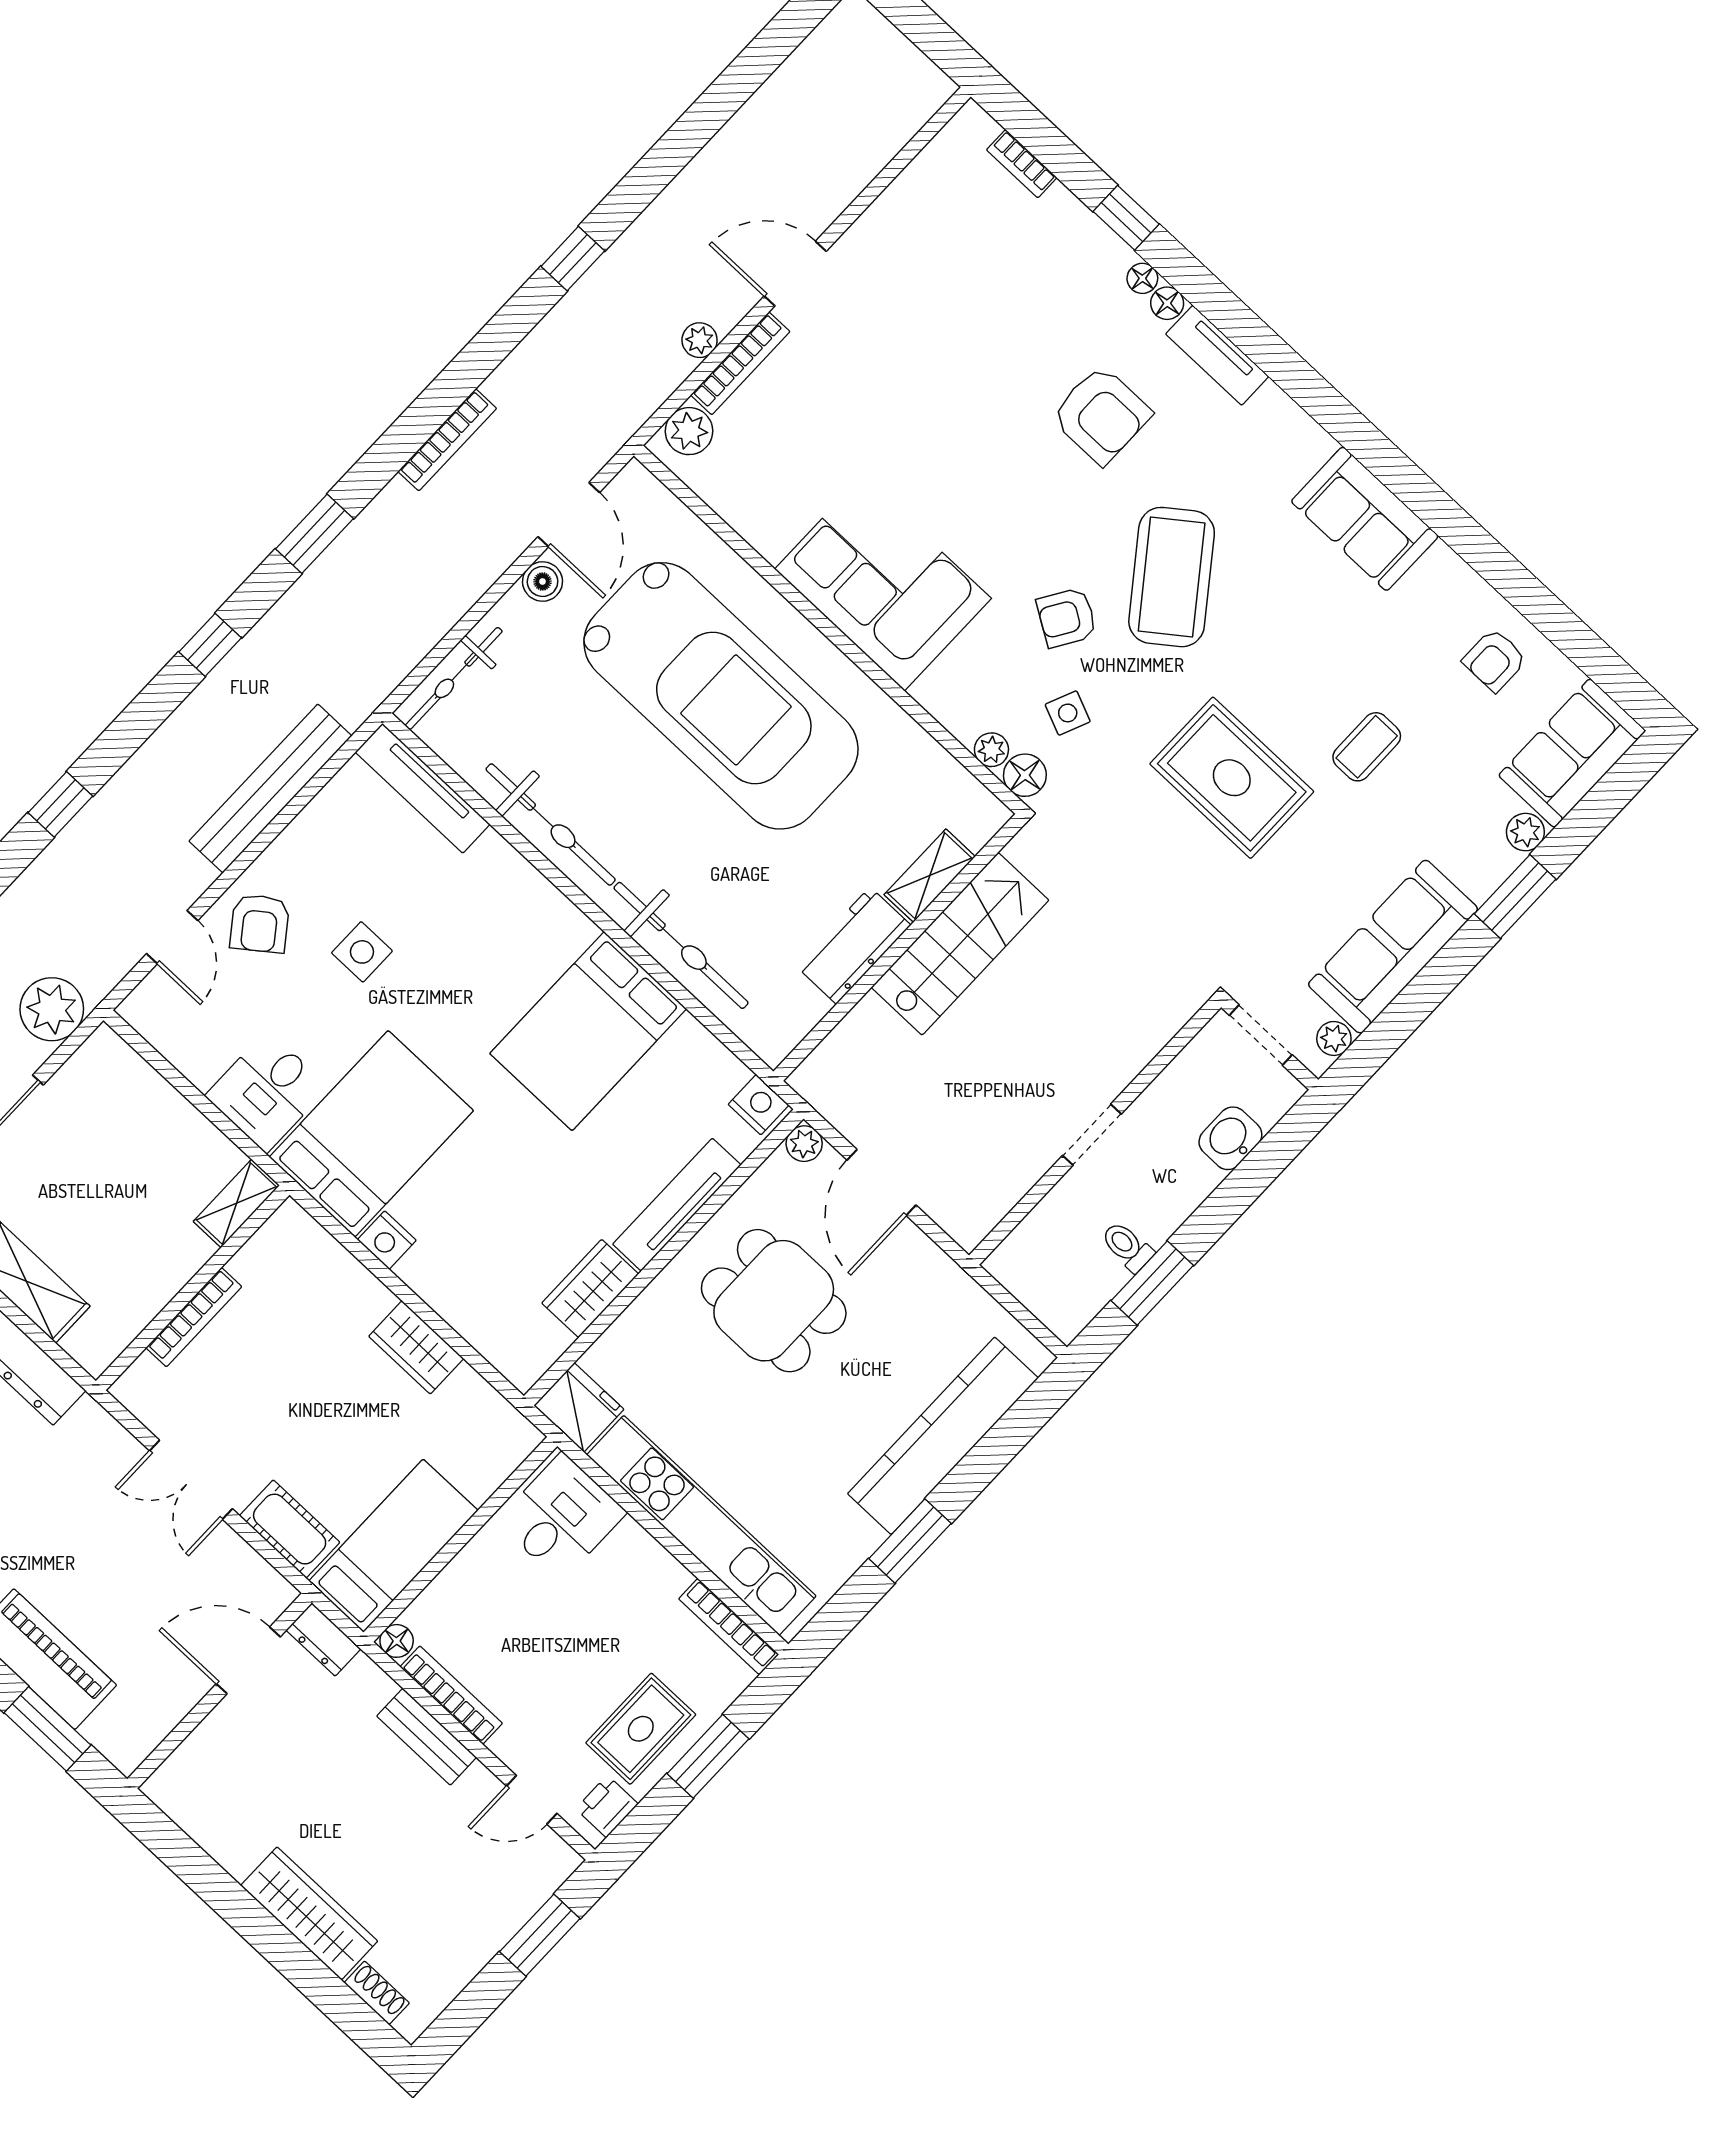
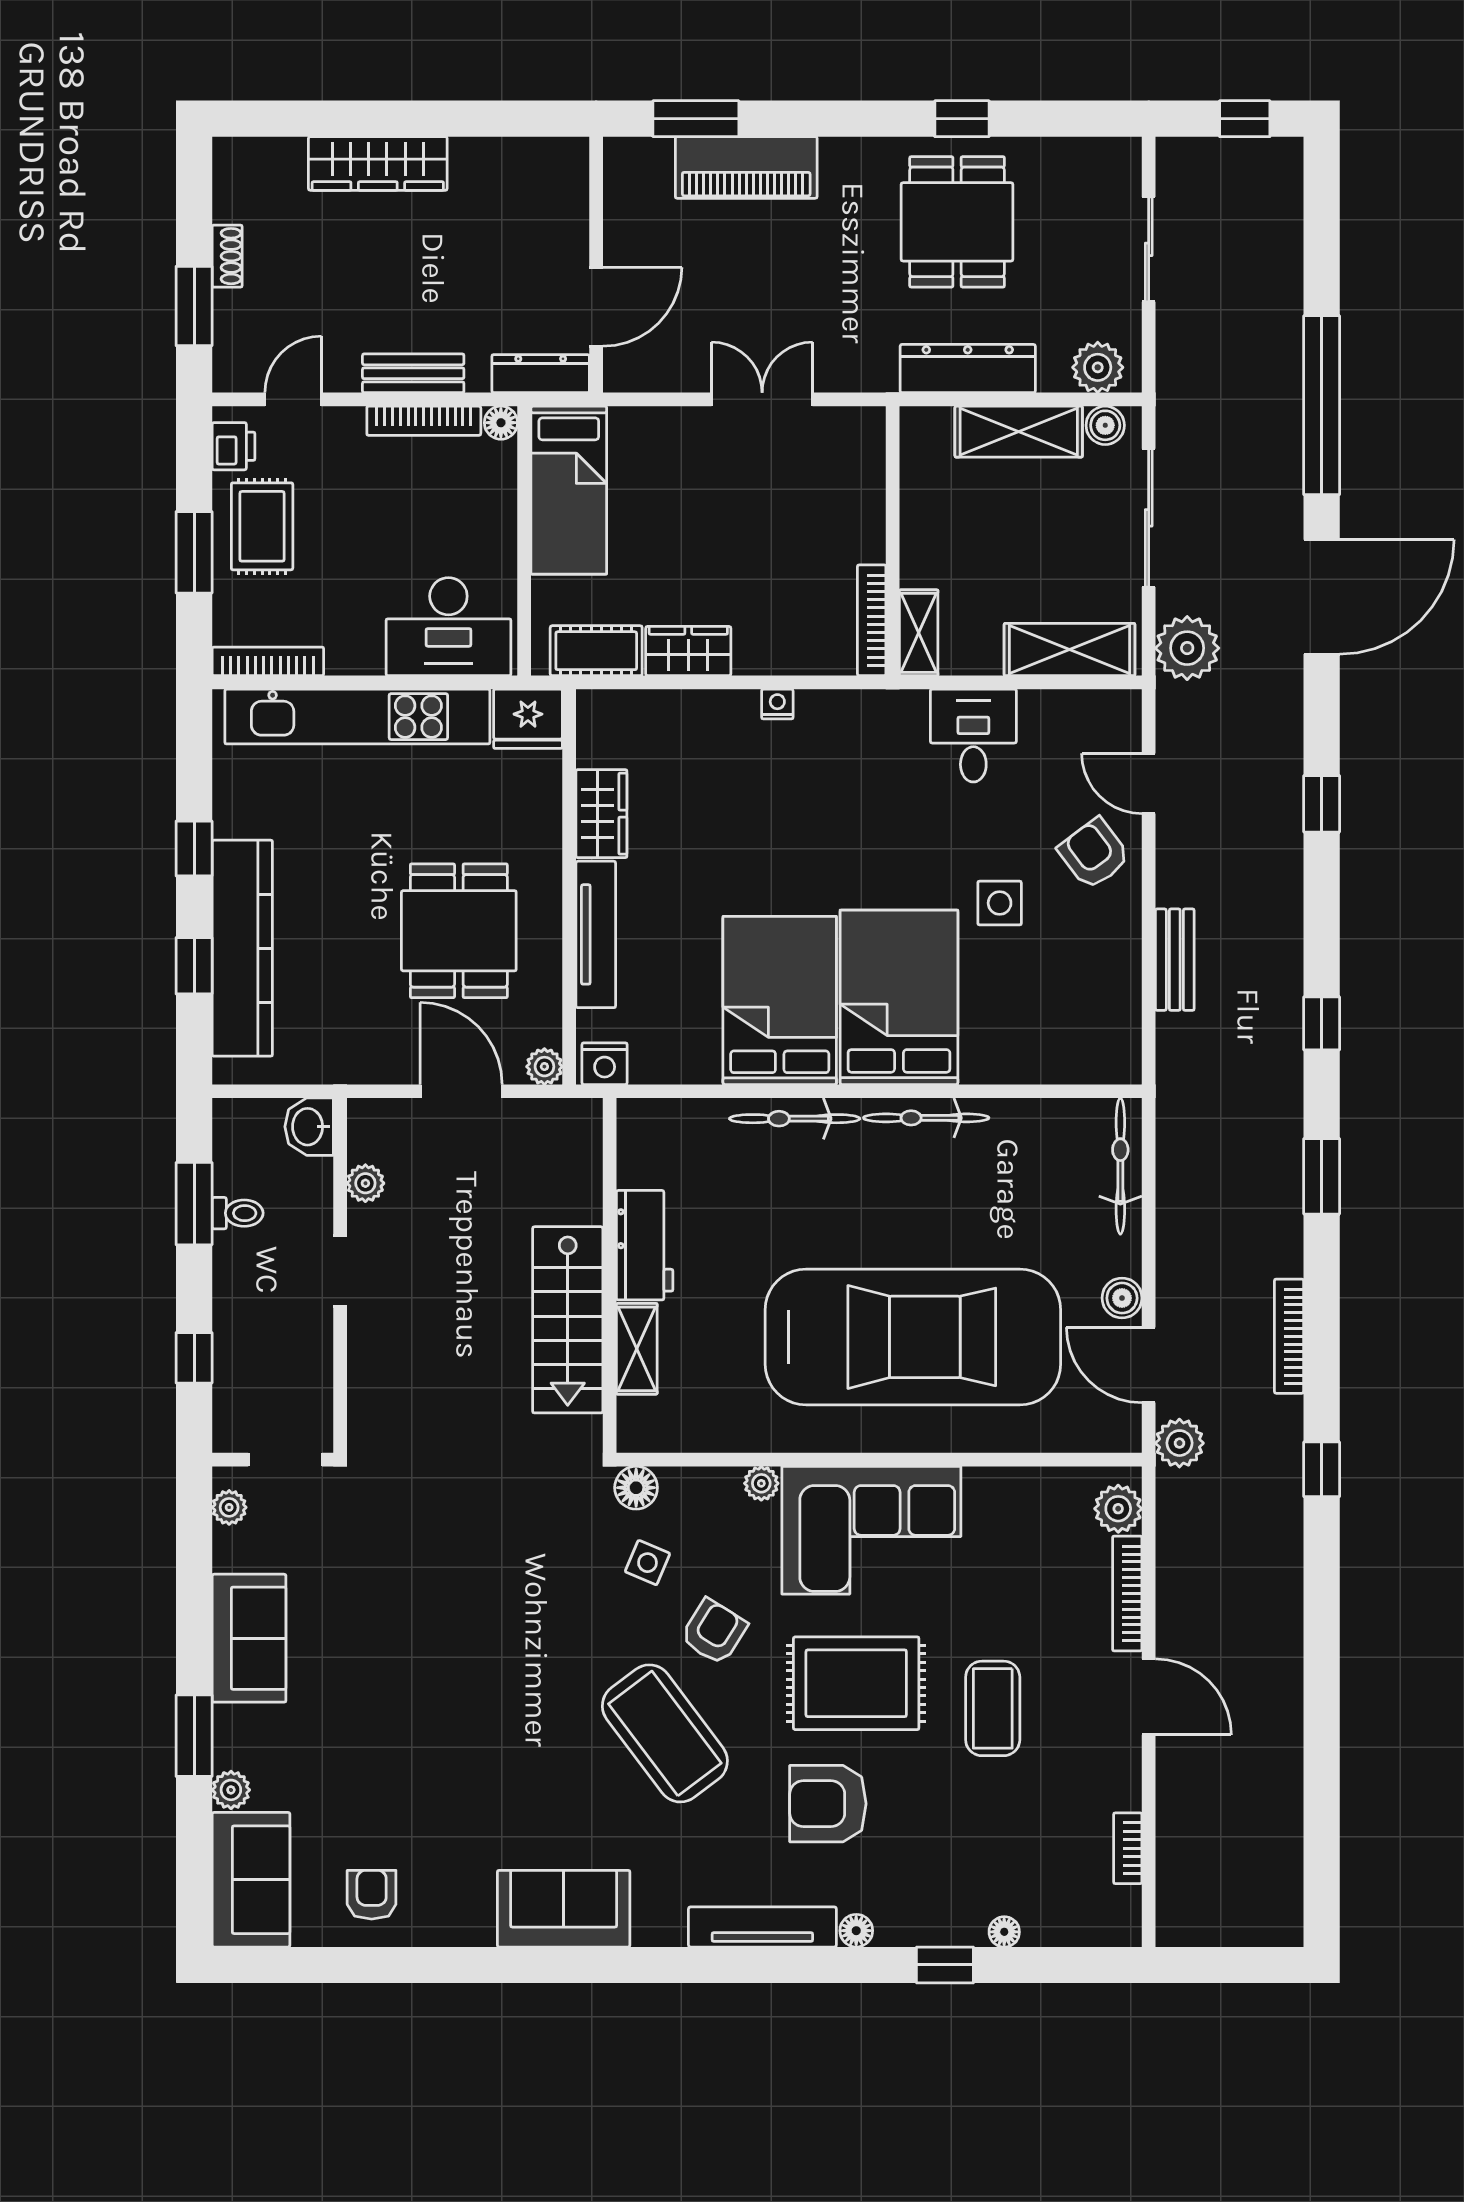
bookcase: (1022, 164) -> (1128, 1848), moved, turned -90
window: (573, 259) -> (1322, 1469), moved
door: (795, 274) -> (1149, 1697), hinge flipped
floor lamp: (1142, 278) -> (1004, 1932), moved
plant: (700, 340) -> (1179, 1443), moved, width x1.38, depth x1.38
tv unit: (1217, 355) -> (762, 1927), width x1.41
car: (721, 696) -> (913, 1337), turned 180
coffee table: (1367, 747) -> (993, 1708), moved, width x1.36, depth x1.30
plant: (991, 750) -> (761, 1483), moved
rug: (1232, 778) -> (856, 1683), moved
bench: (270, 788) -> (1175, 960), width x0.54, depth x0.82
tv unit: (423, 788) -> (1068, 1064), removed
bicycle: (551, 824) -> (926, 1118), width x0.73, depth x0.71
bicycle: (681, 945) -> (795, 1119), width x0.73, depth x0.71
sofa: (1393, 947) -> (249, 1638), width x0.73
shelving: (138, 1088) -> (1070, 650), added
bed: (371, 1134) -> (899, 997), moved, turned 180
washbasin: (1230, 1138) -> (309, 1127), moved, turned 180
window: (1257, 1171) -> (194, 1358), added
plant: (1014, 1181) -> (365, 1183), added
nightstand: (387, 1240) -> (777, 704), width x0.72, depth x0.74
dining table: (774, 1301) -> (459, 931), turned 90
bookcase: (194, 1317) -> (872, 620), moved
window: (990, 1456) -> (194, 966), added
desk: (561, 1517) -> (448, 627), width x1.37
cot: (290, 1529) -> (596, 651), moved
window: (910, 1541) -> (194, 849), width x0.67
dresser: (323, 1639) -> (541, 374), width x1.44
shoe rack: (377, 1993) -> (227, 256), moved, turned -90

